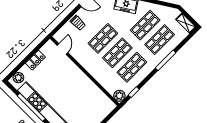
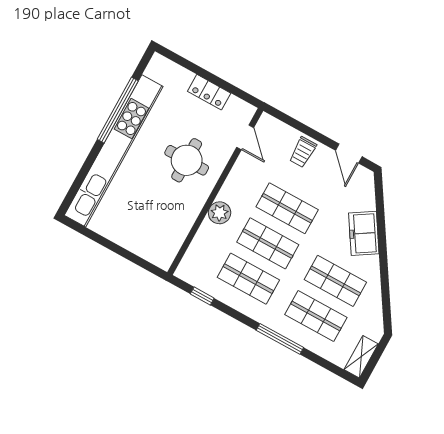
door: (63, 49) -> (245, 137), hinge flipped
plant: (18, 78) -> (167, 70), removed
round table: (65, 81) -> (187, 160), added
plant: (119, 96) -> (220, 213), moved

